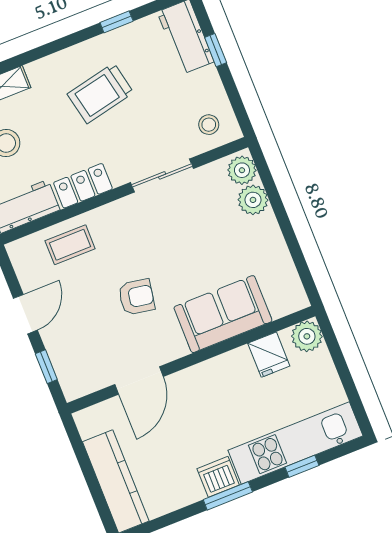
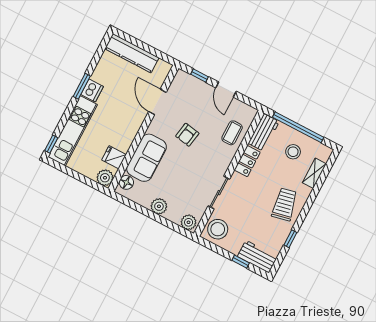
trolley: (100, 93) -> (285, 204), moved
stool: (209, 125) -> (218, 229), width x1.89, depth x1.89
plant: (253, 200) -> (159, 206), moved
floor lamp: (282, 303) -> (126, 182), added
window: (302, 466) -> (51, 144), moved

